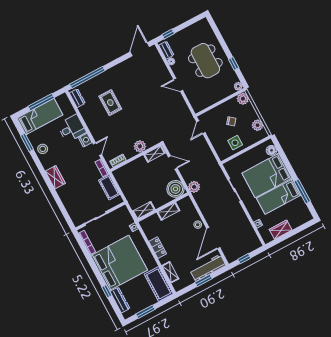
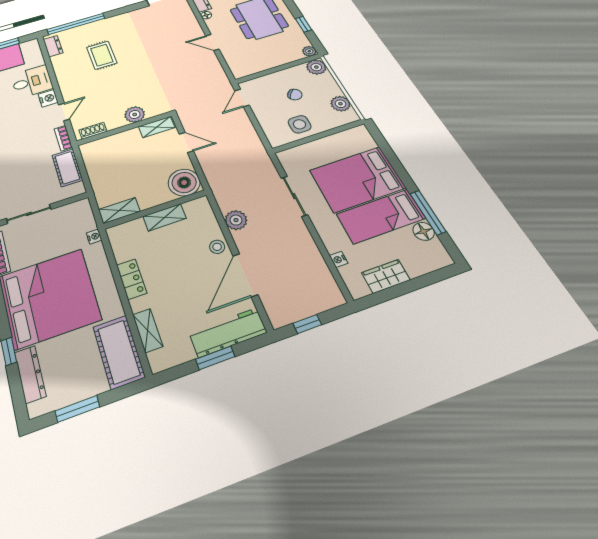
floor lamp: (272, 150) -> (424, 231), moved
plant: (194, 187) -> (236, 220), moved

